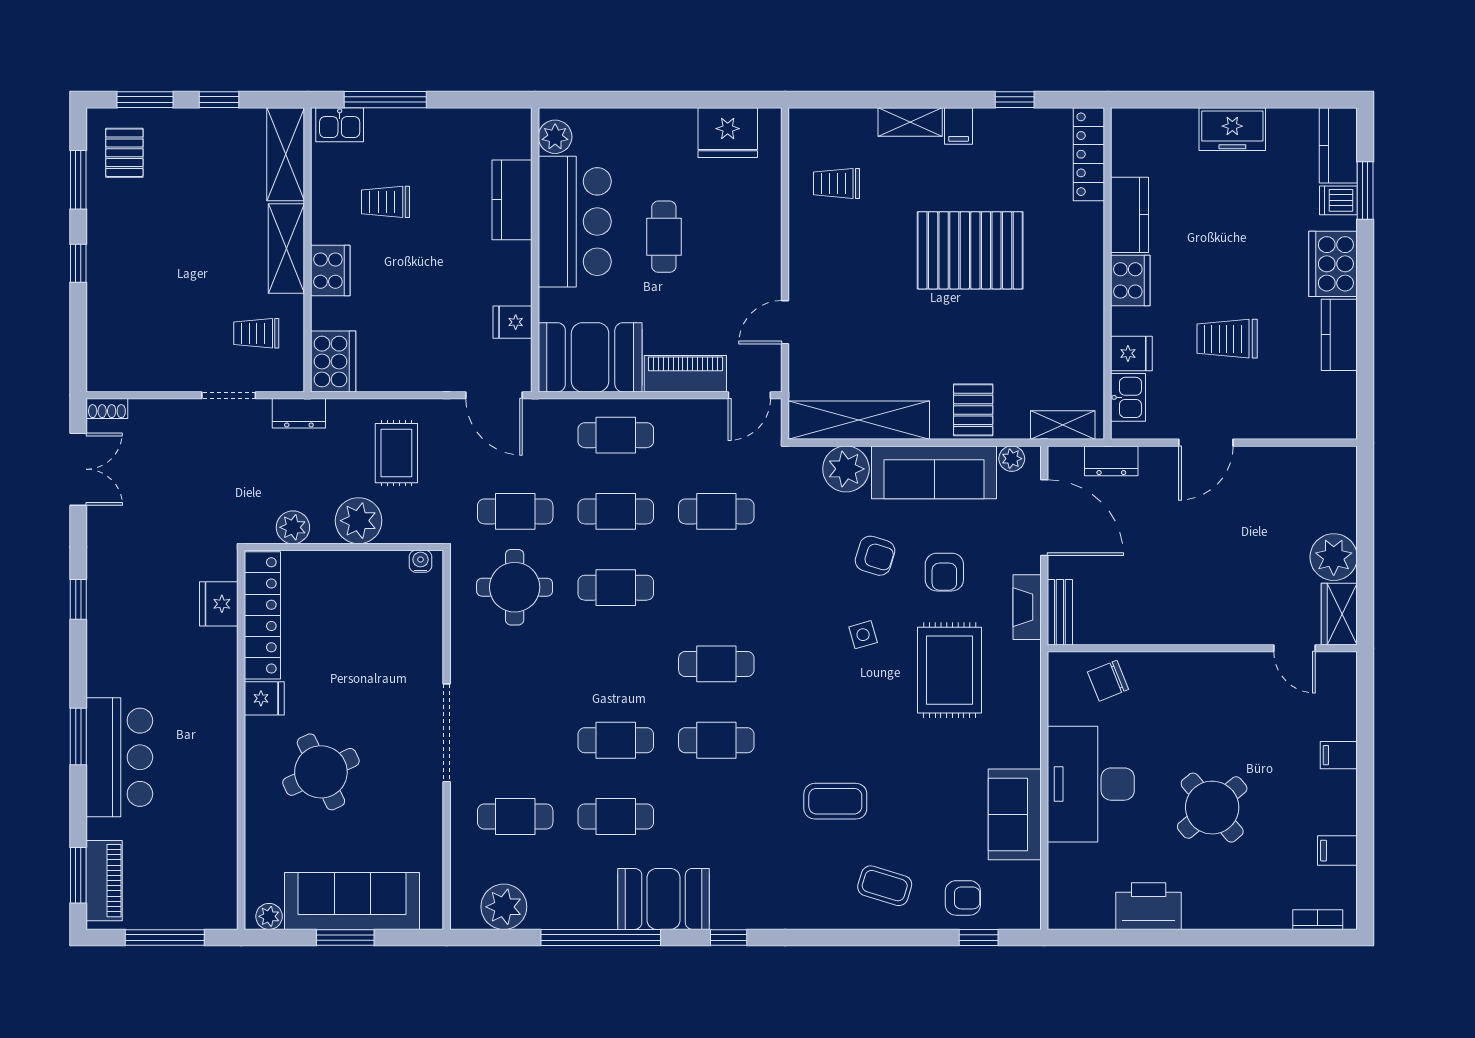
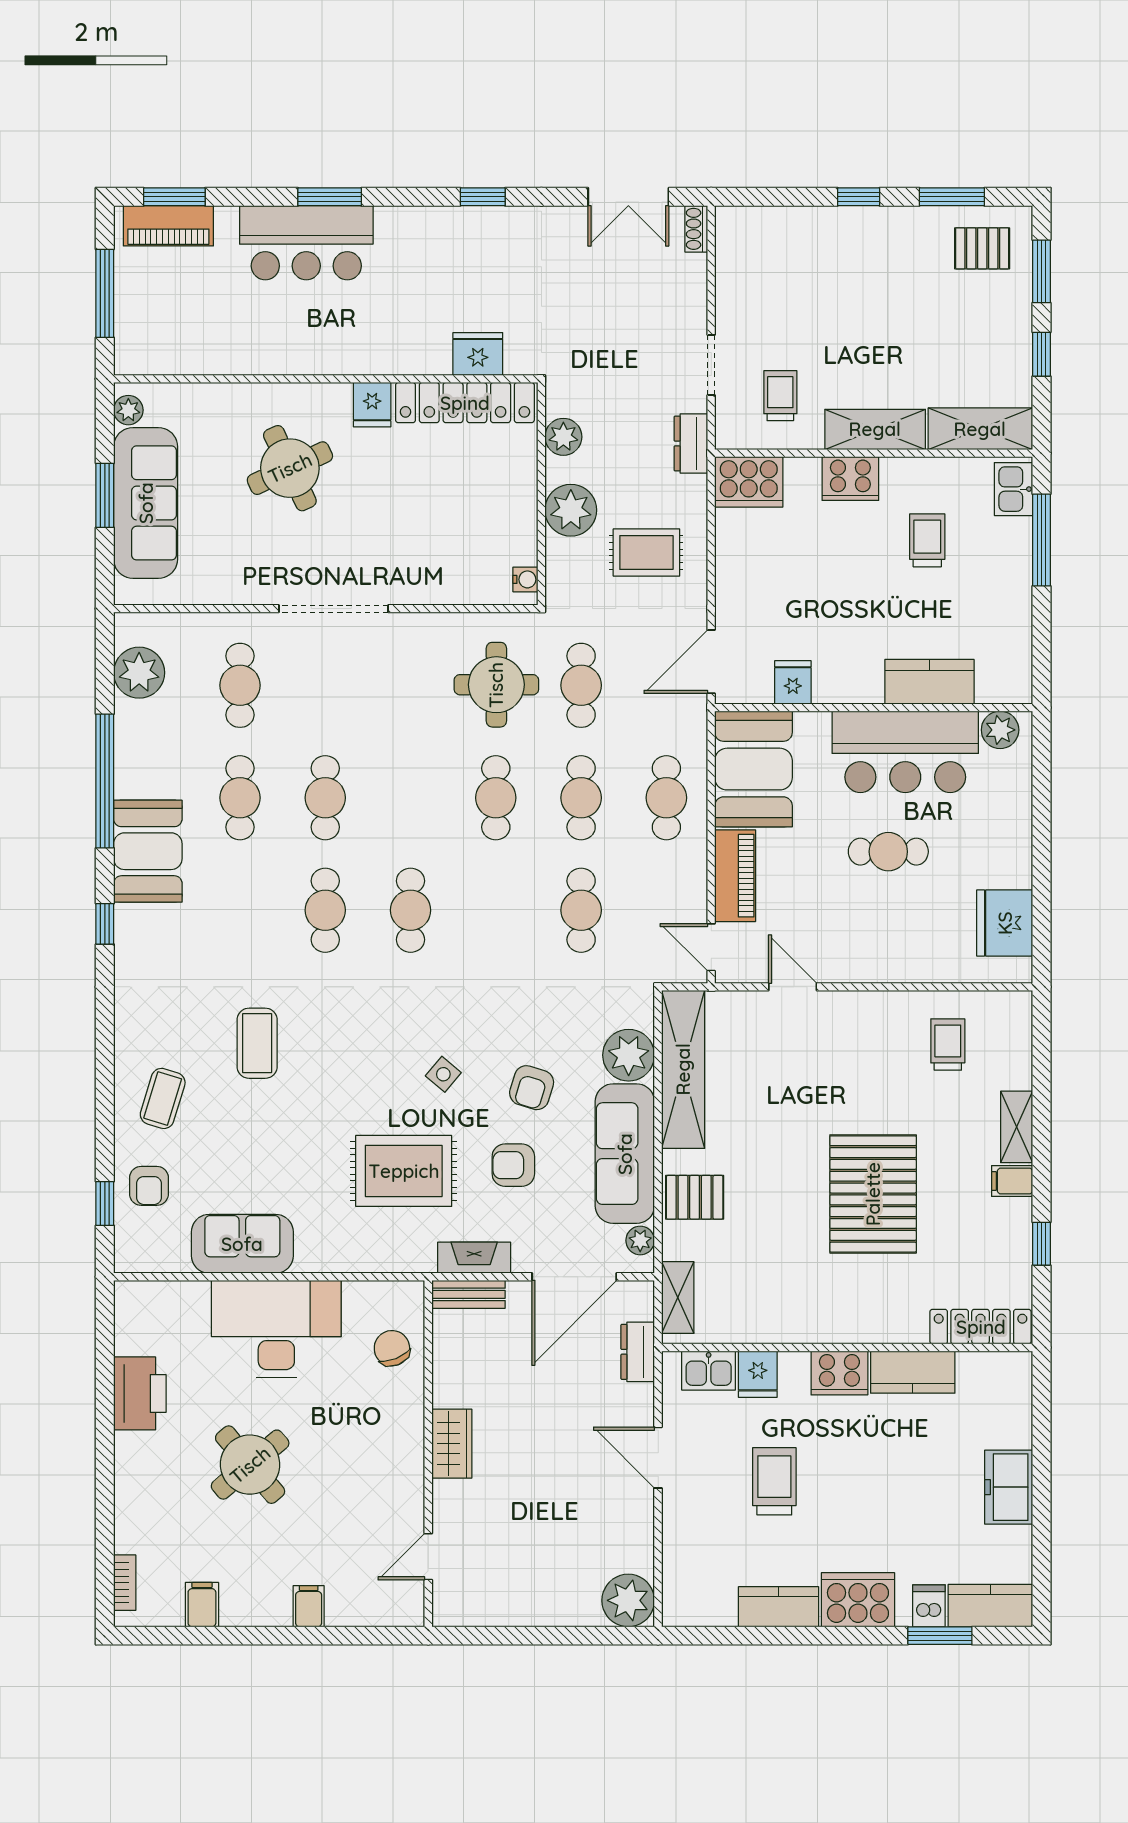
plant: (1334, 557) -> (628, 1600), moved
wardrobe: (1339, 614) -> (452, 1444), moved, turned 90
side table: (863, 635) -> (443, 1074), turned -34

